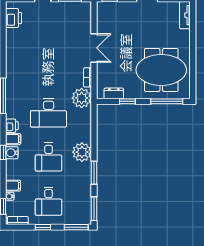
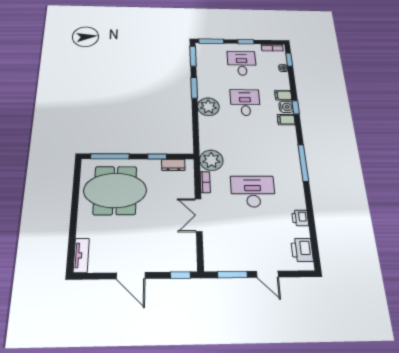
desk: (49, 113) -> (253, 191), moved
printer: (12, 126) -> (300, 218), moved
filing cabinet: (13, 186) -> (283, 95), moved

